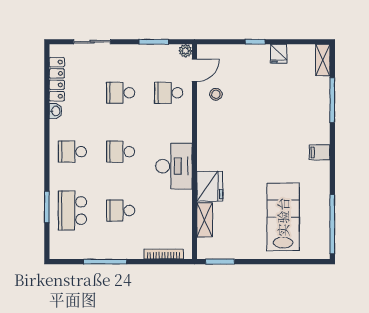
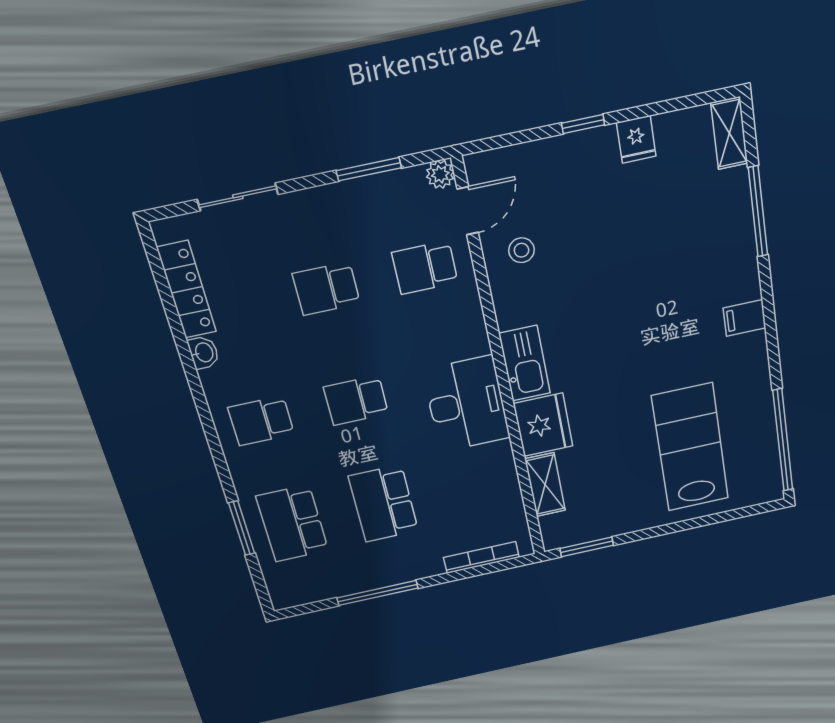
kitchen sink: (207, 151) -> (525, 363), added
school desk: (121, 211) -> (384, 504), width x1.85

